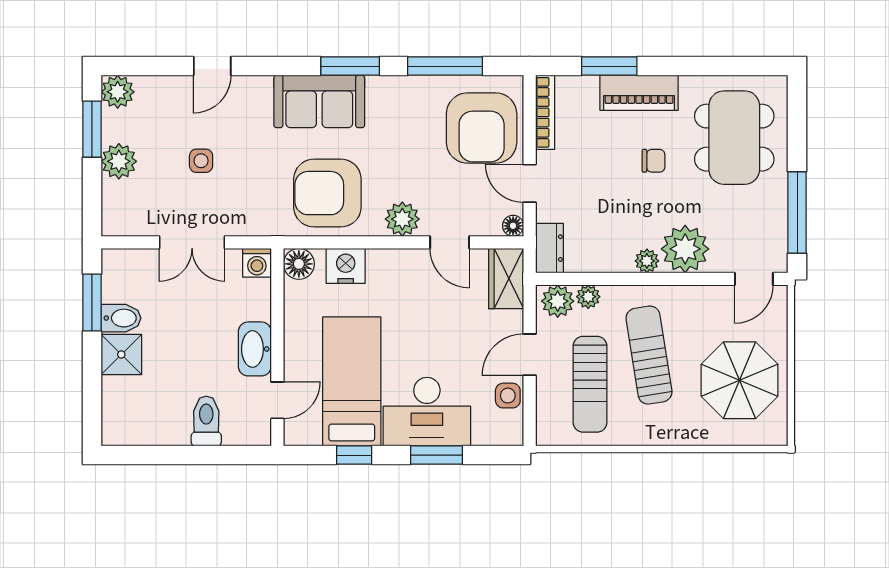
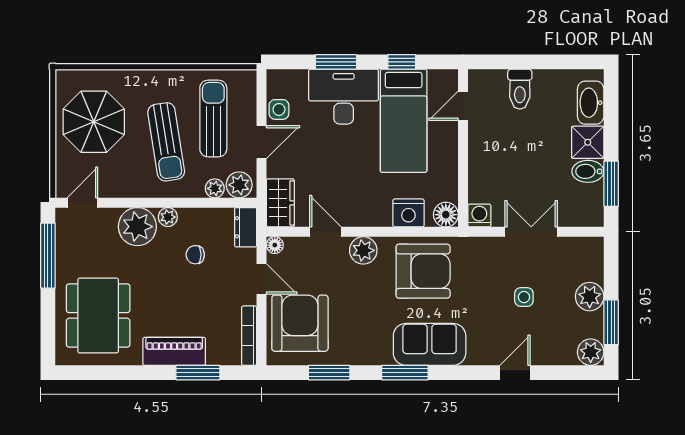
window: (445, 66) -> (329, 373), width x0.69
chair: (654, 161) -> (195, 255), moved
washbasin: (255, 349) -> (591, 103), moved, turned 180

